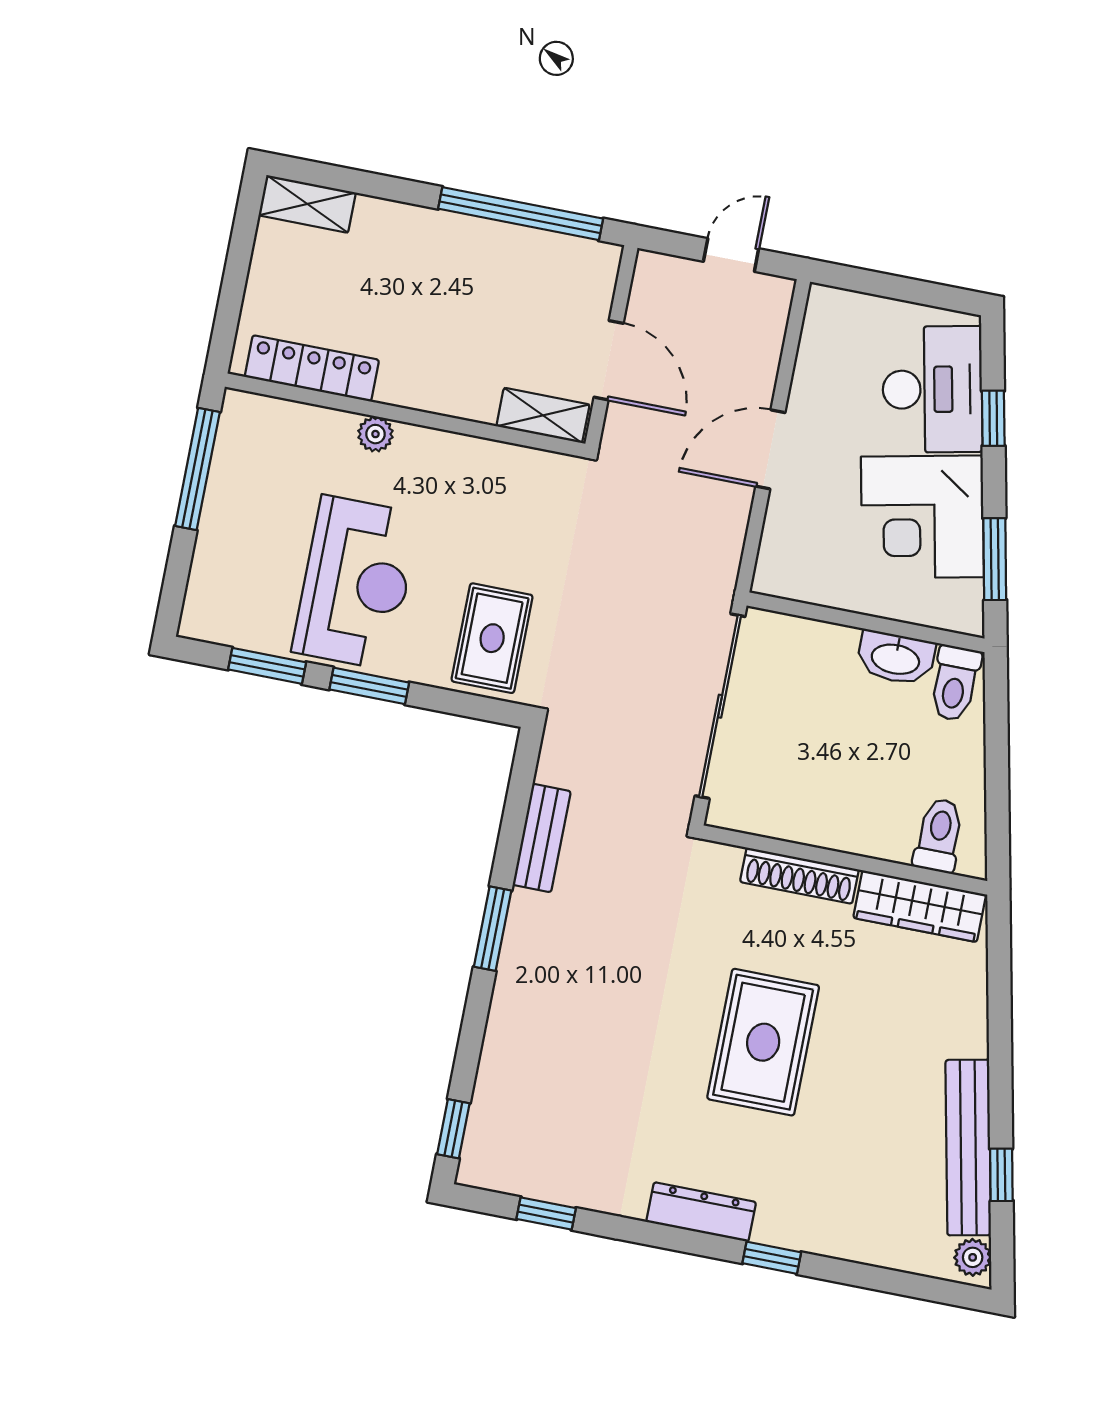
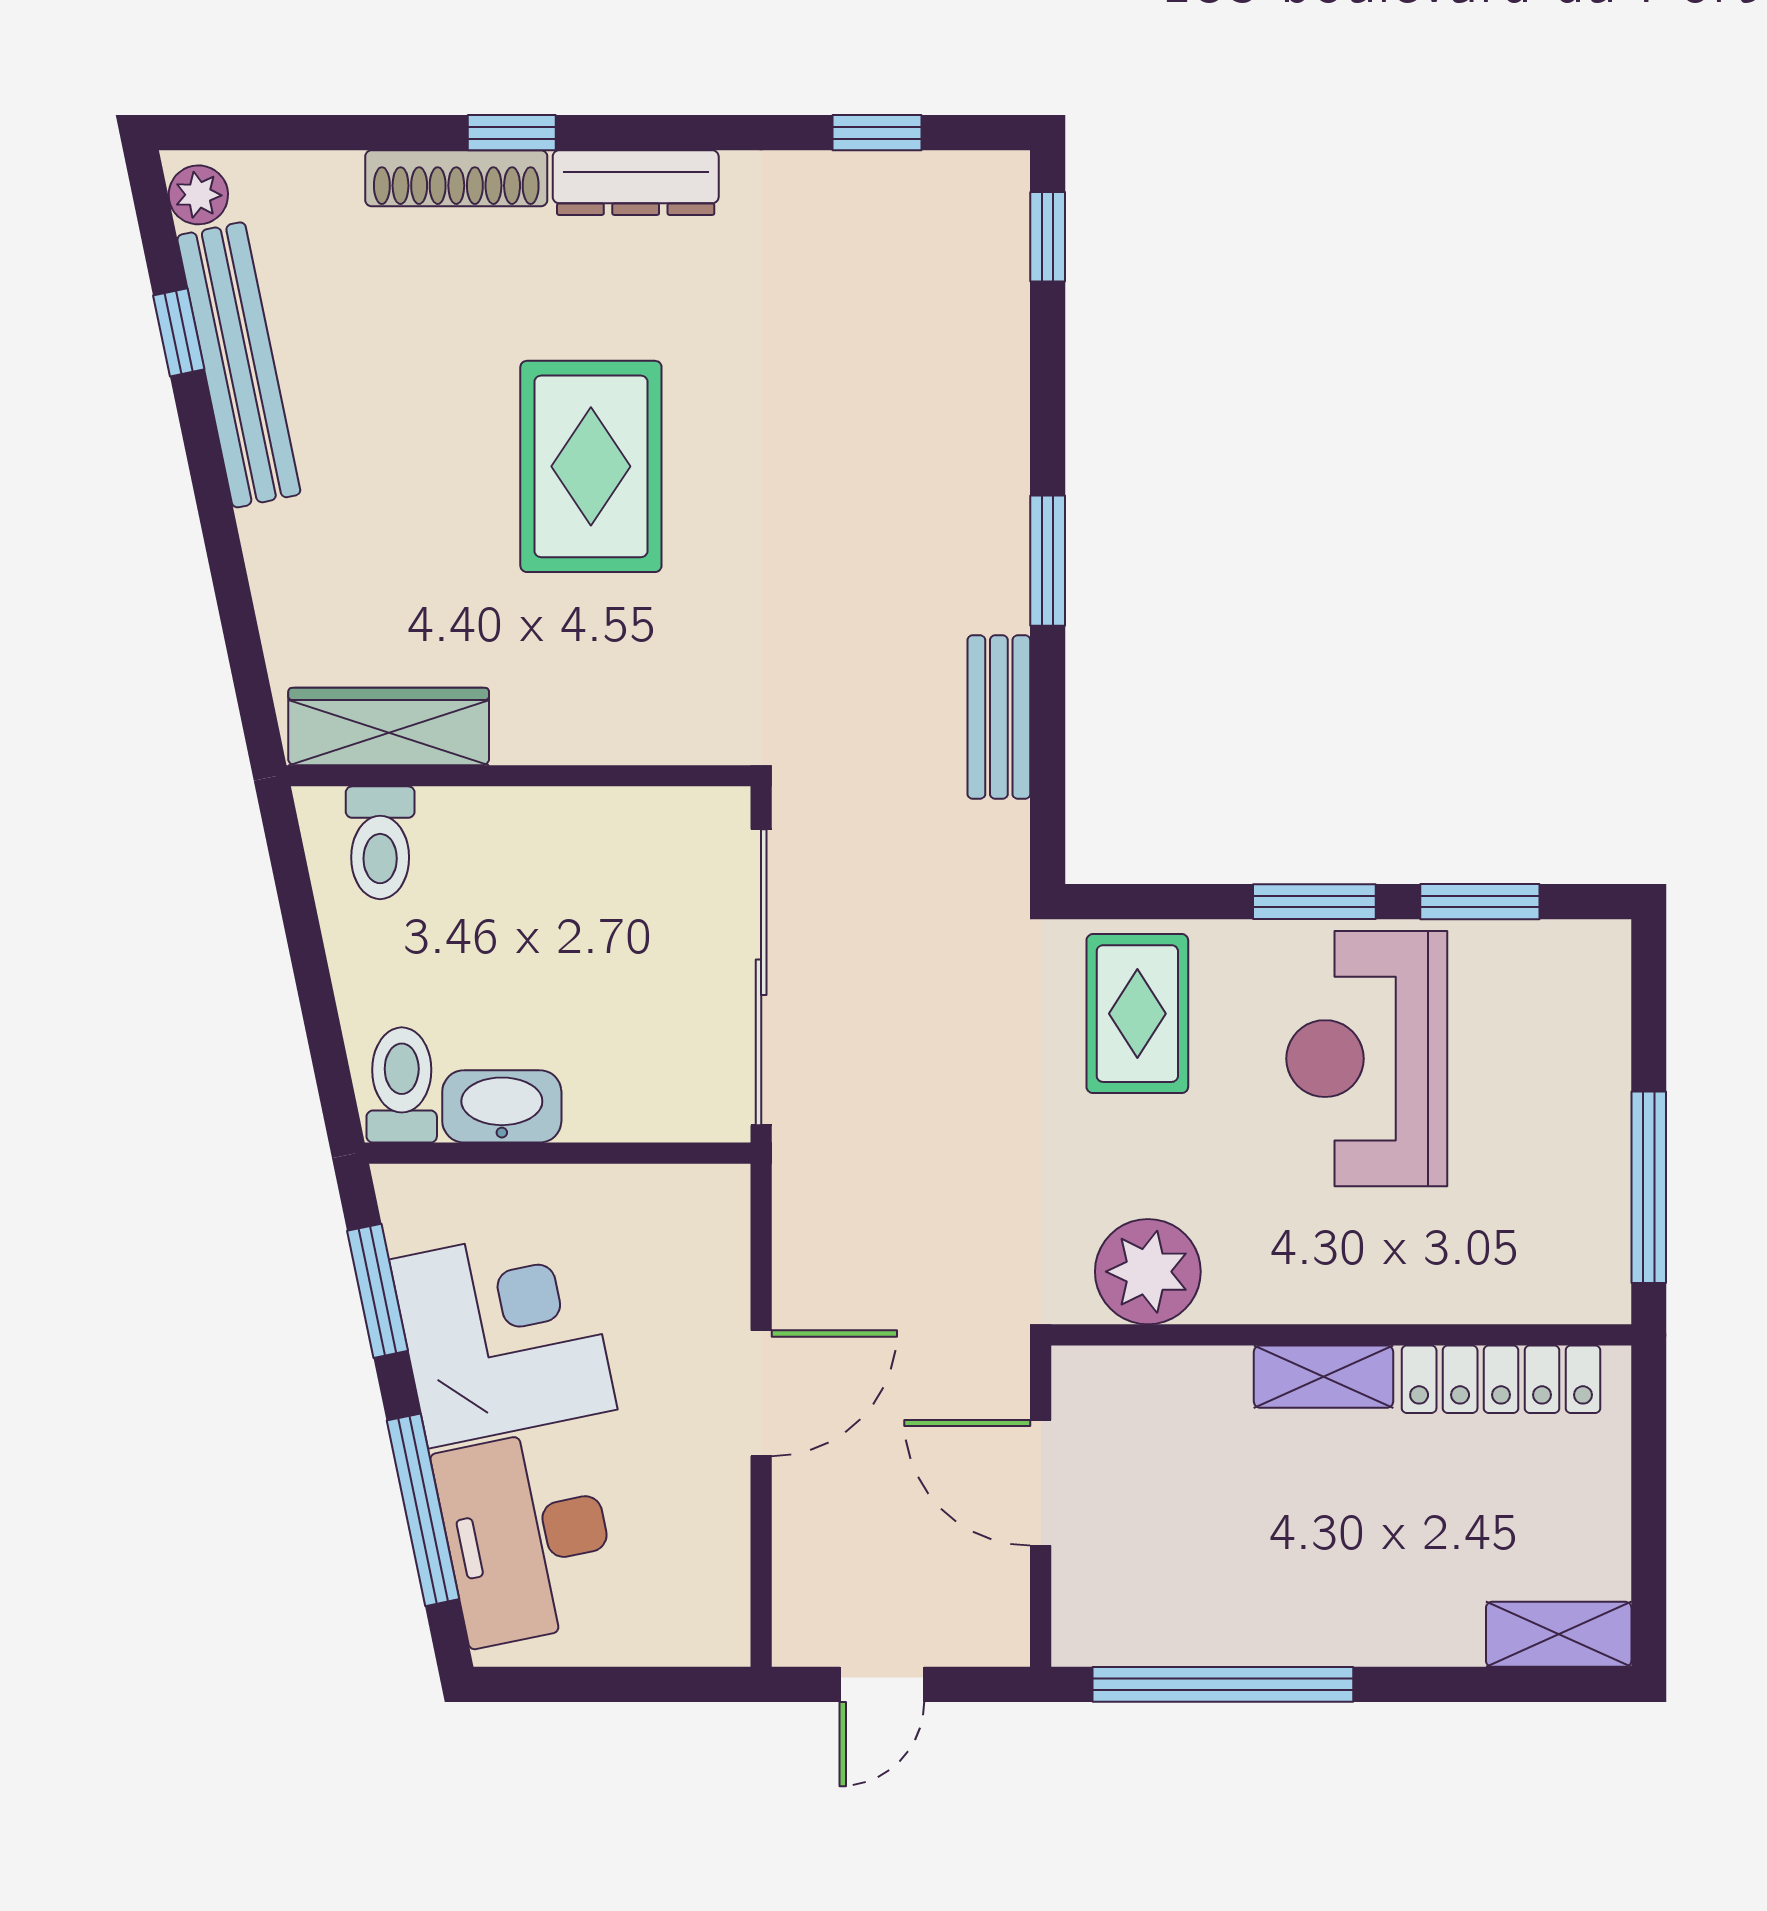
shelving: (543, 415) -> (1324, 1377), moved
window: (993, 418) -> (423, 1510), width x2.17
plant: (375, 434) -> (1148, 1272), moved, width x1.87, depth x1.87
shoe rack: (799, 876) -> (456, 178), moved, turned 180

